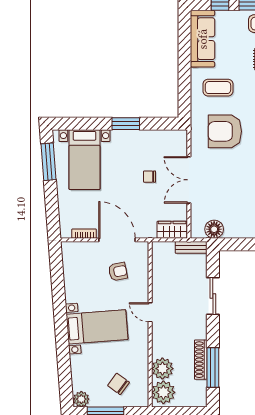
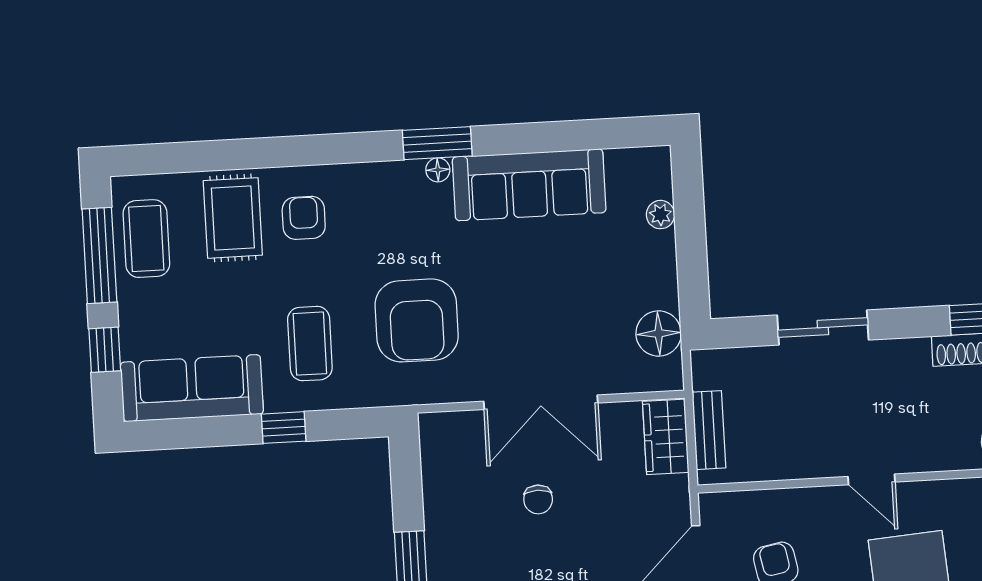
window: (184, 75) -> (284, 428), added
bench: (191, 247) -> (709, 430), moved
door: (150, 312) -> (871, 479), hinge flipped

